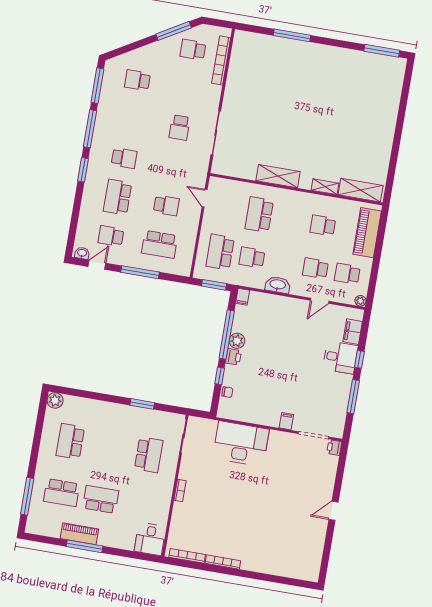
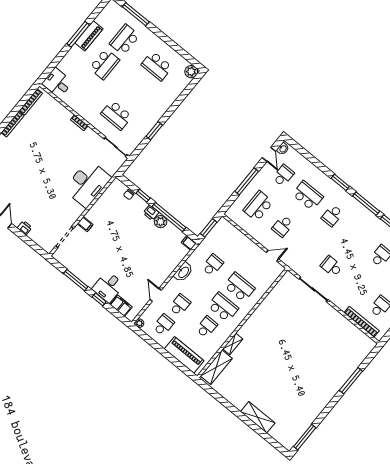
shelving: (278, 176) -> (258, 417), moved, turned 90
school desk: (220, 252) -> (223, 307), moved
school desk: (70, 441) -> (157, 66), turned 180
printer: (334, 447) -> (25, 228), moved

